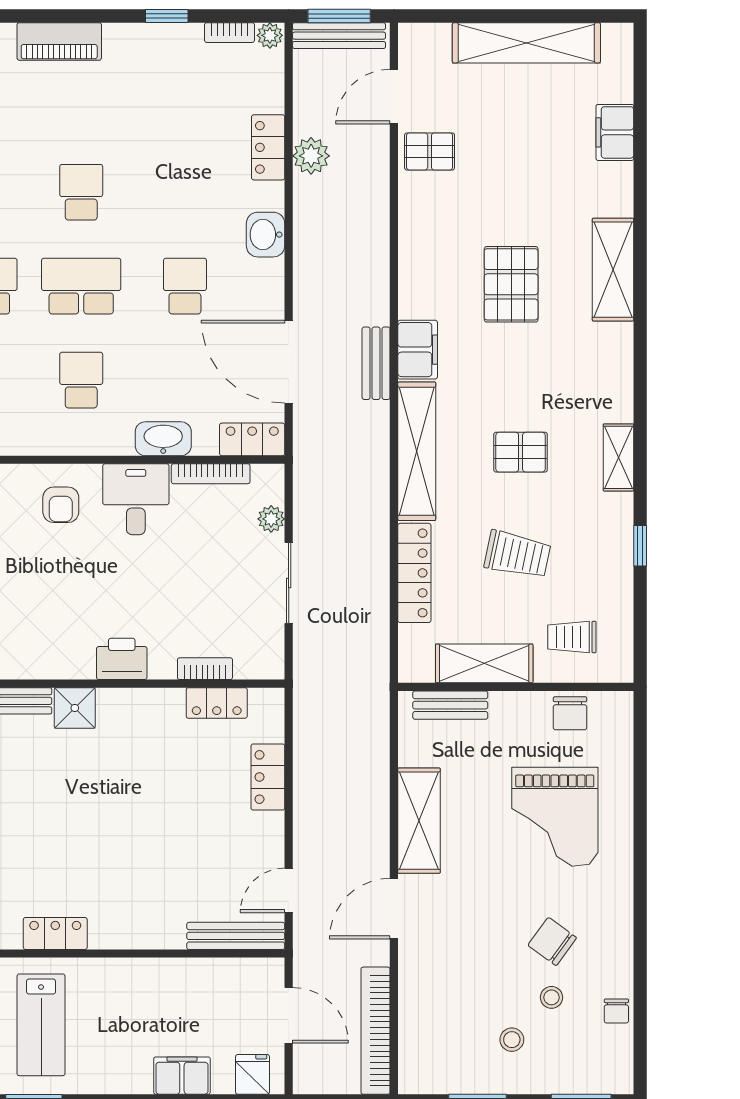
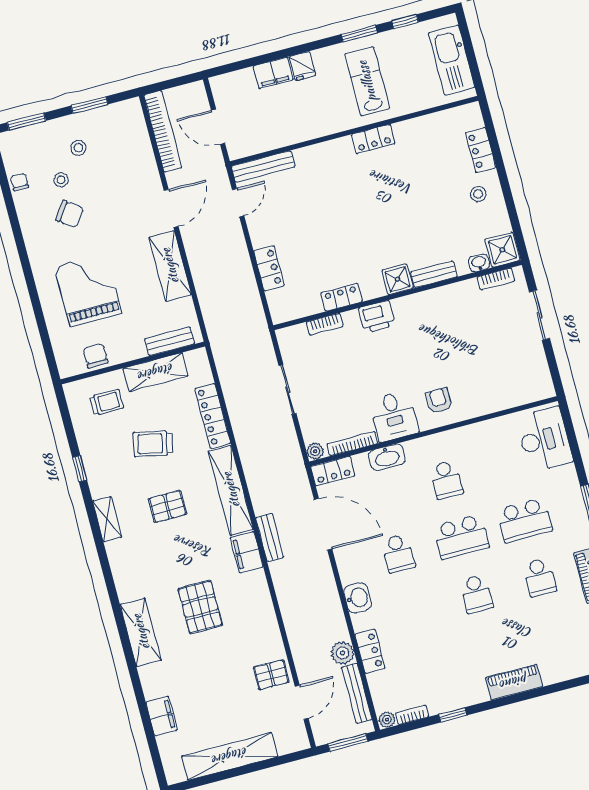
bench: (339, 36) -> (357, 693), moved, turned 90
plant: (271, 519) -> (315, 451), moved
locker: (217, 703) -> (342, 297), moved
fridge: (253, 1074) -> (302, 66), moved

